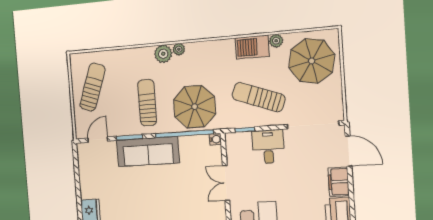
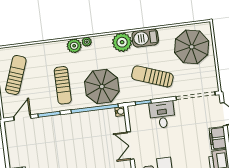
plant: (276, 41) -> (122, 42), moved, width x1.88, depth x1.88
sun lounger: (147, 103) -> (63, 85), turned 180
sofa: (148, 152) -> (65, 125), removed

